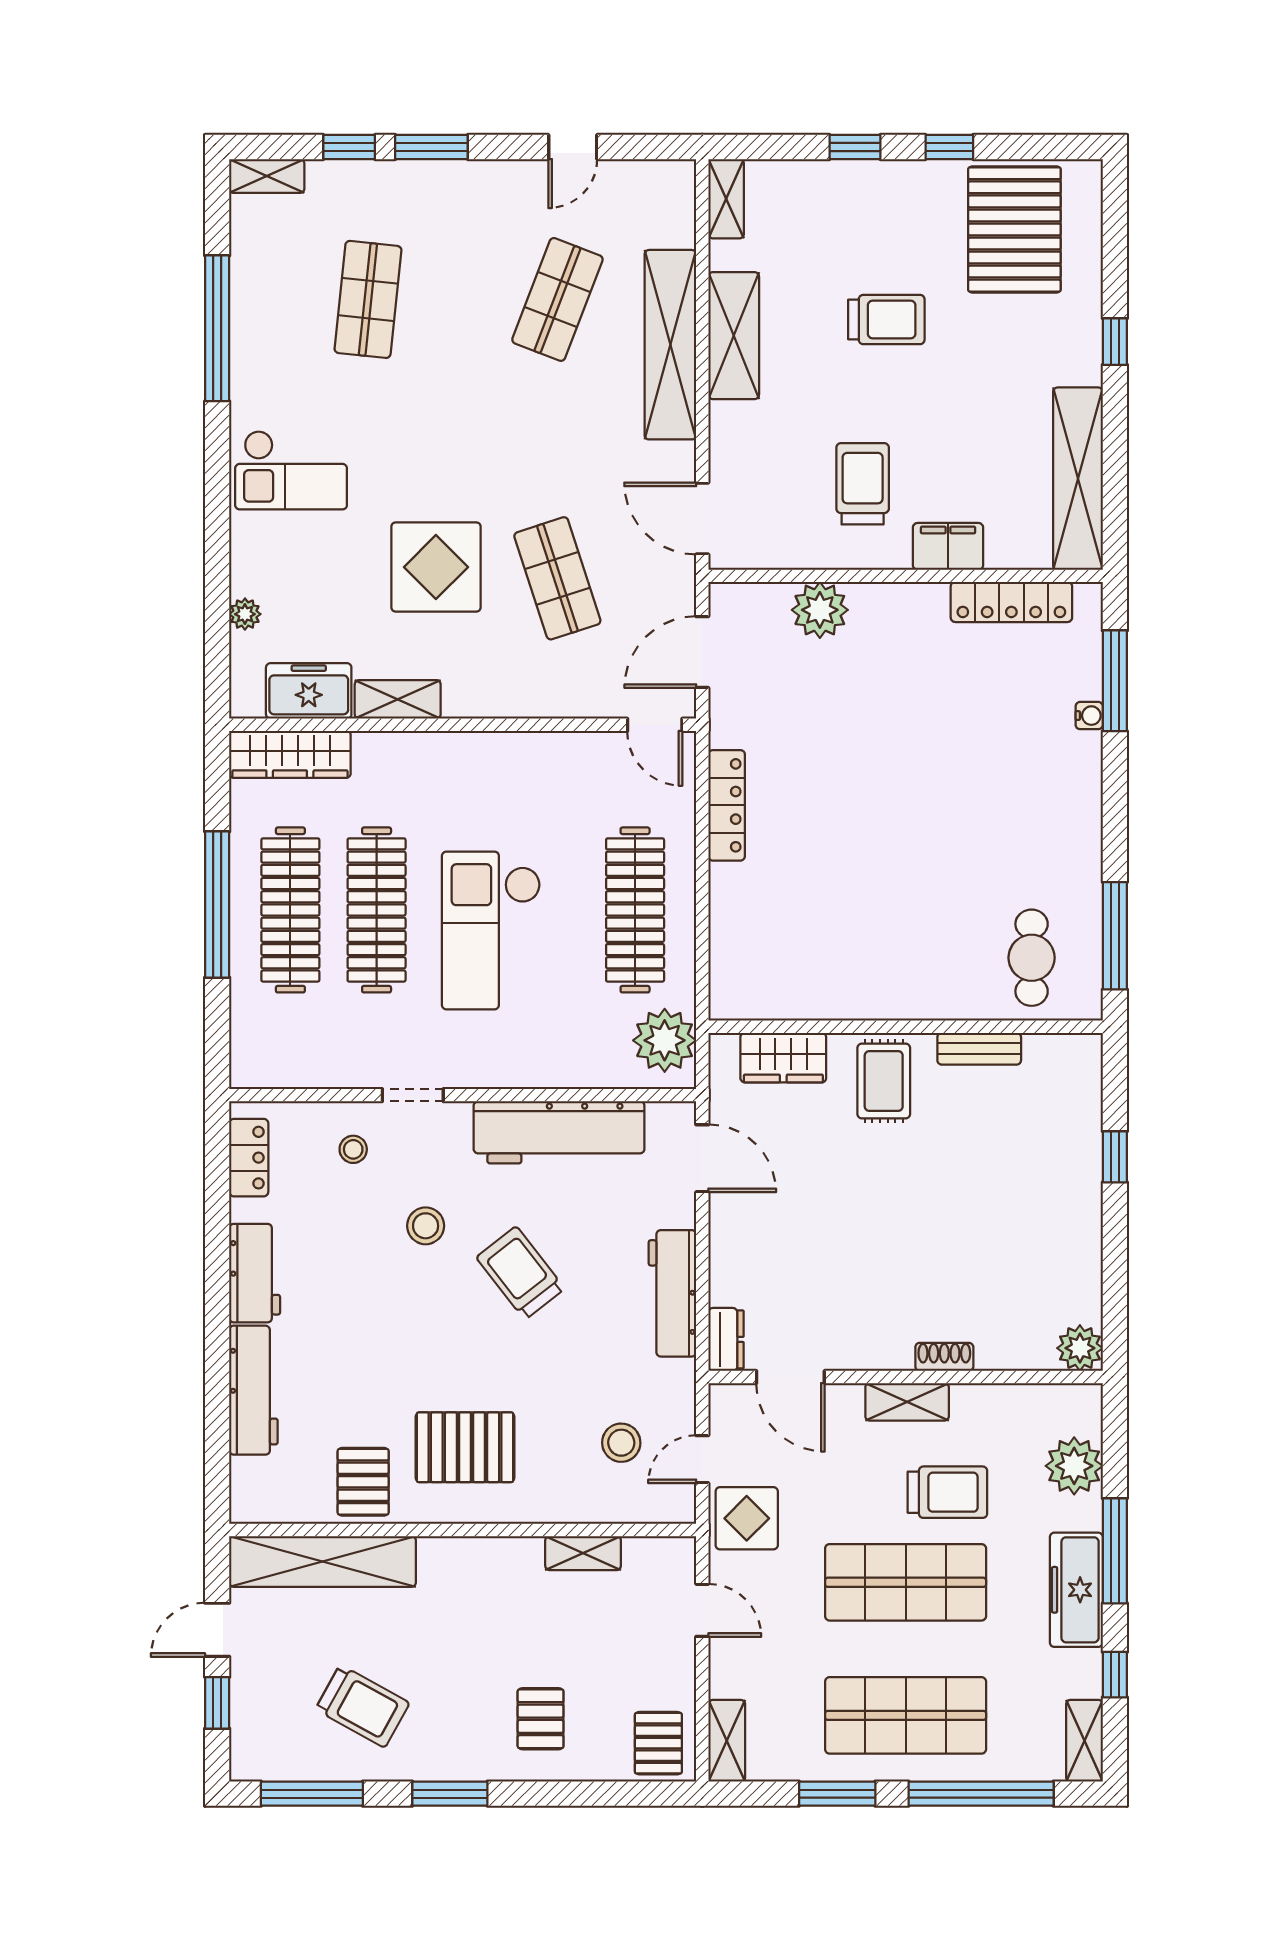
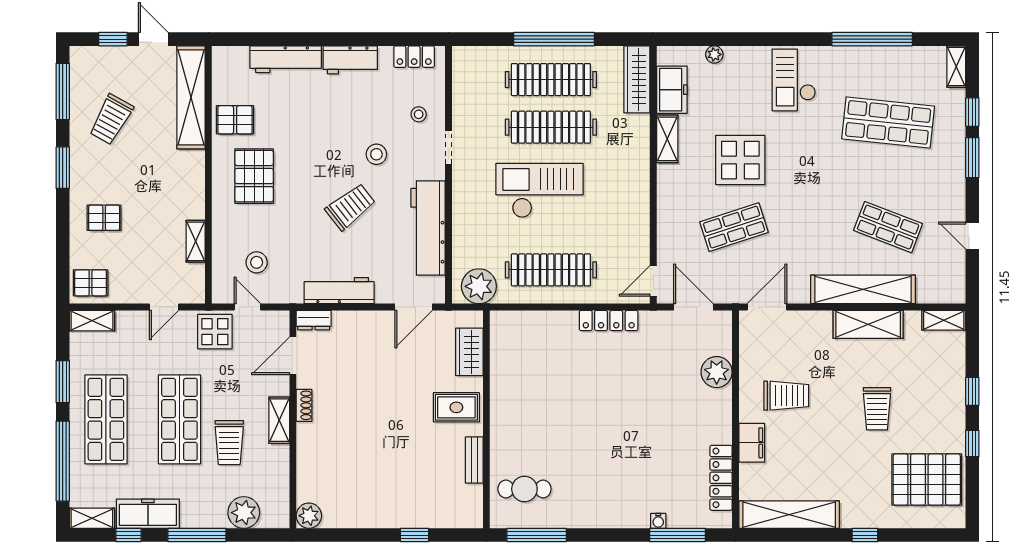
shop shelf: (368, 299) -> (888, 122), width x1.43, depth x1.36
shoe rack: (944, 1357) -> (304, 405), moved
freezer: (1076, 1590) -> (148, 514), moved

